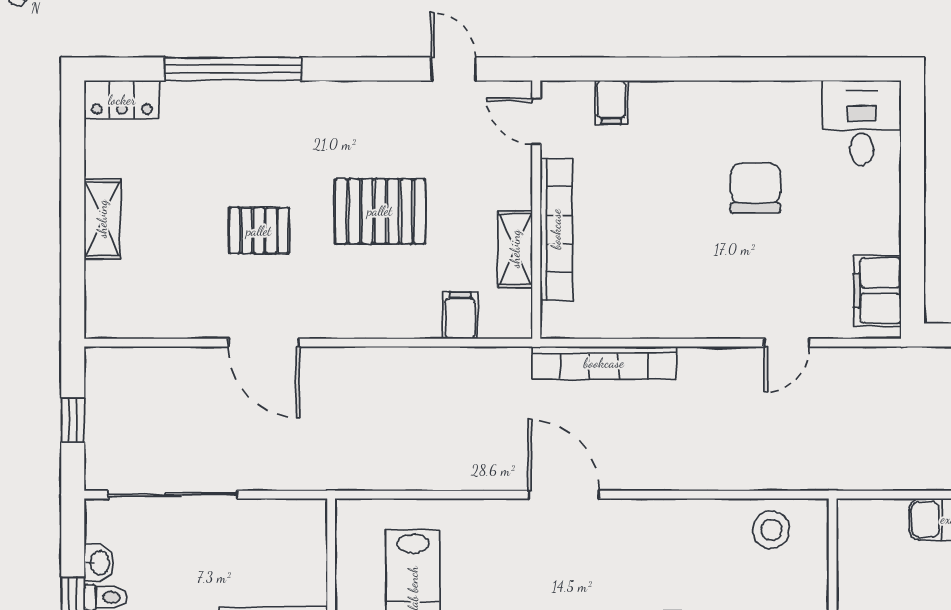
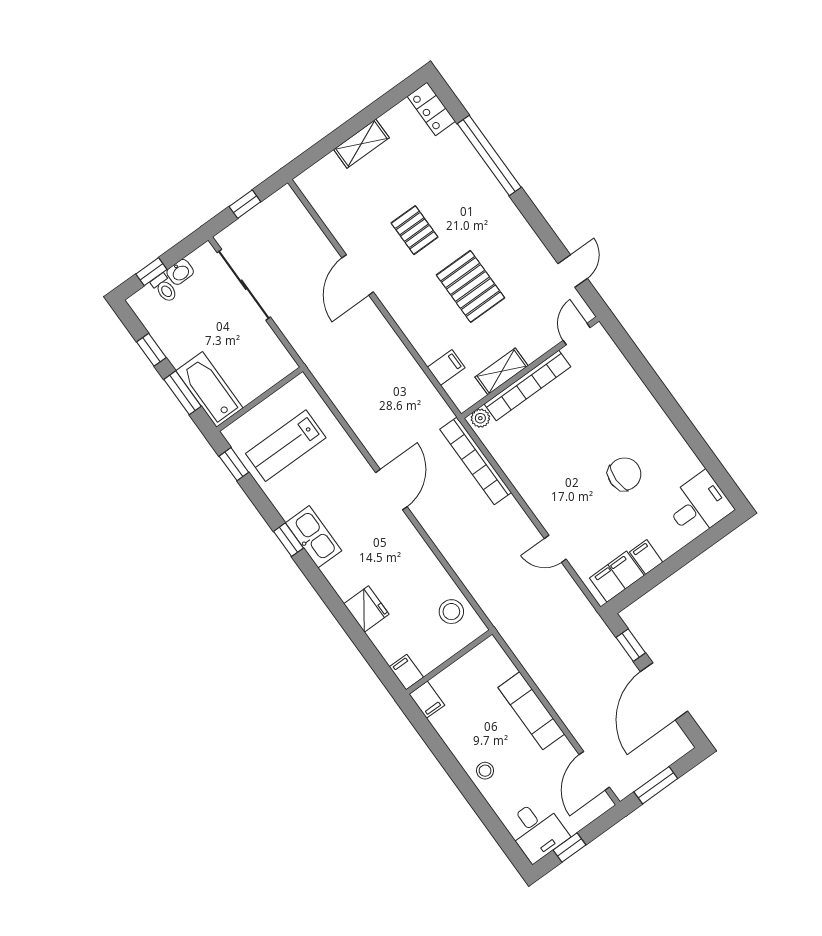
filing cabinet: (611, 102) -> (646, 557), moved, turned 90
plant: (555, 318) -> (480, 418), added

